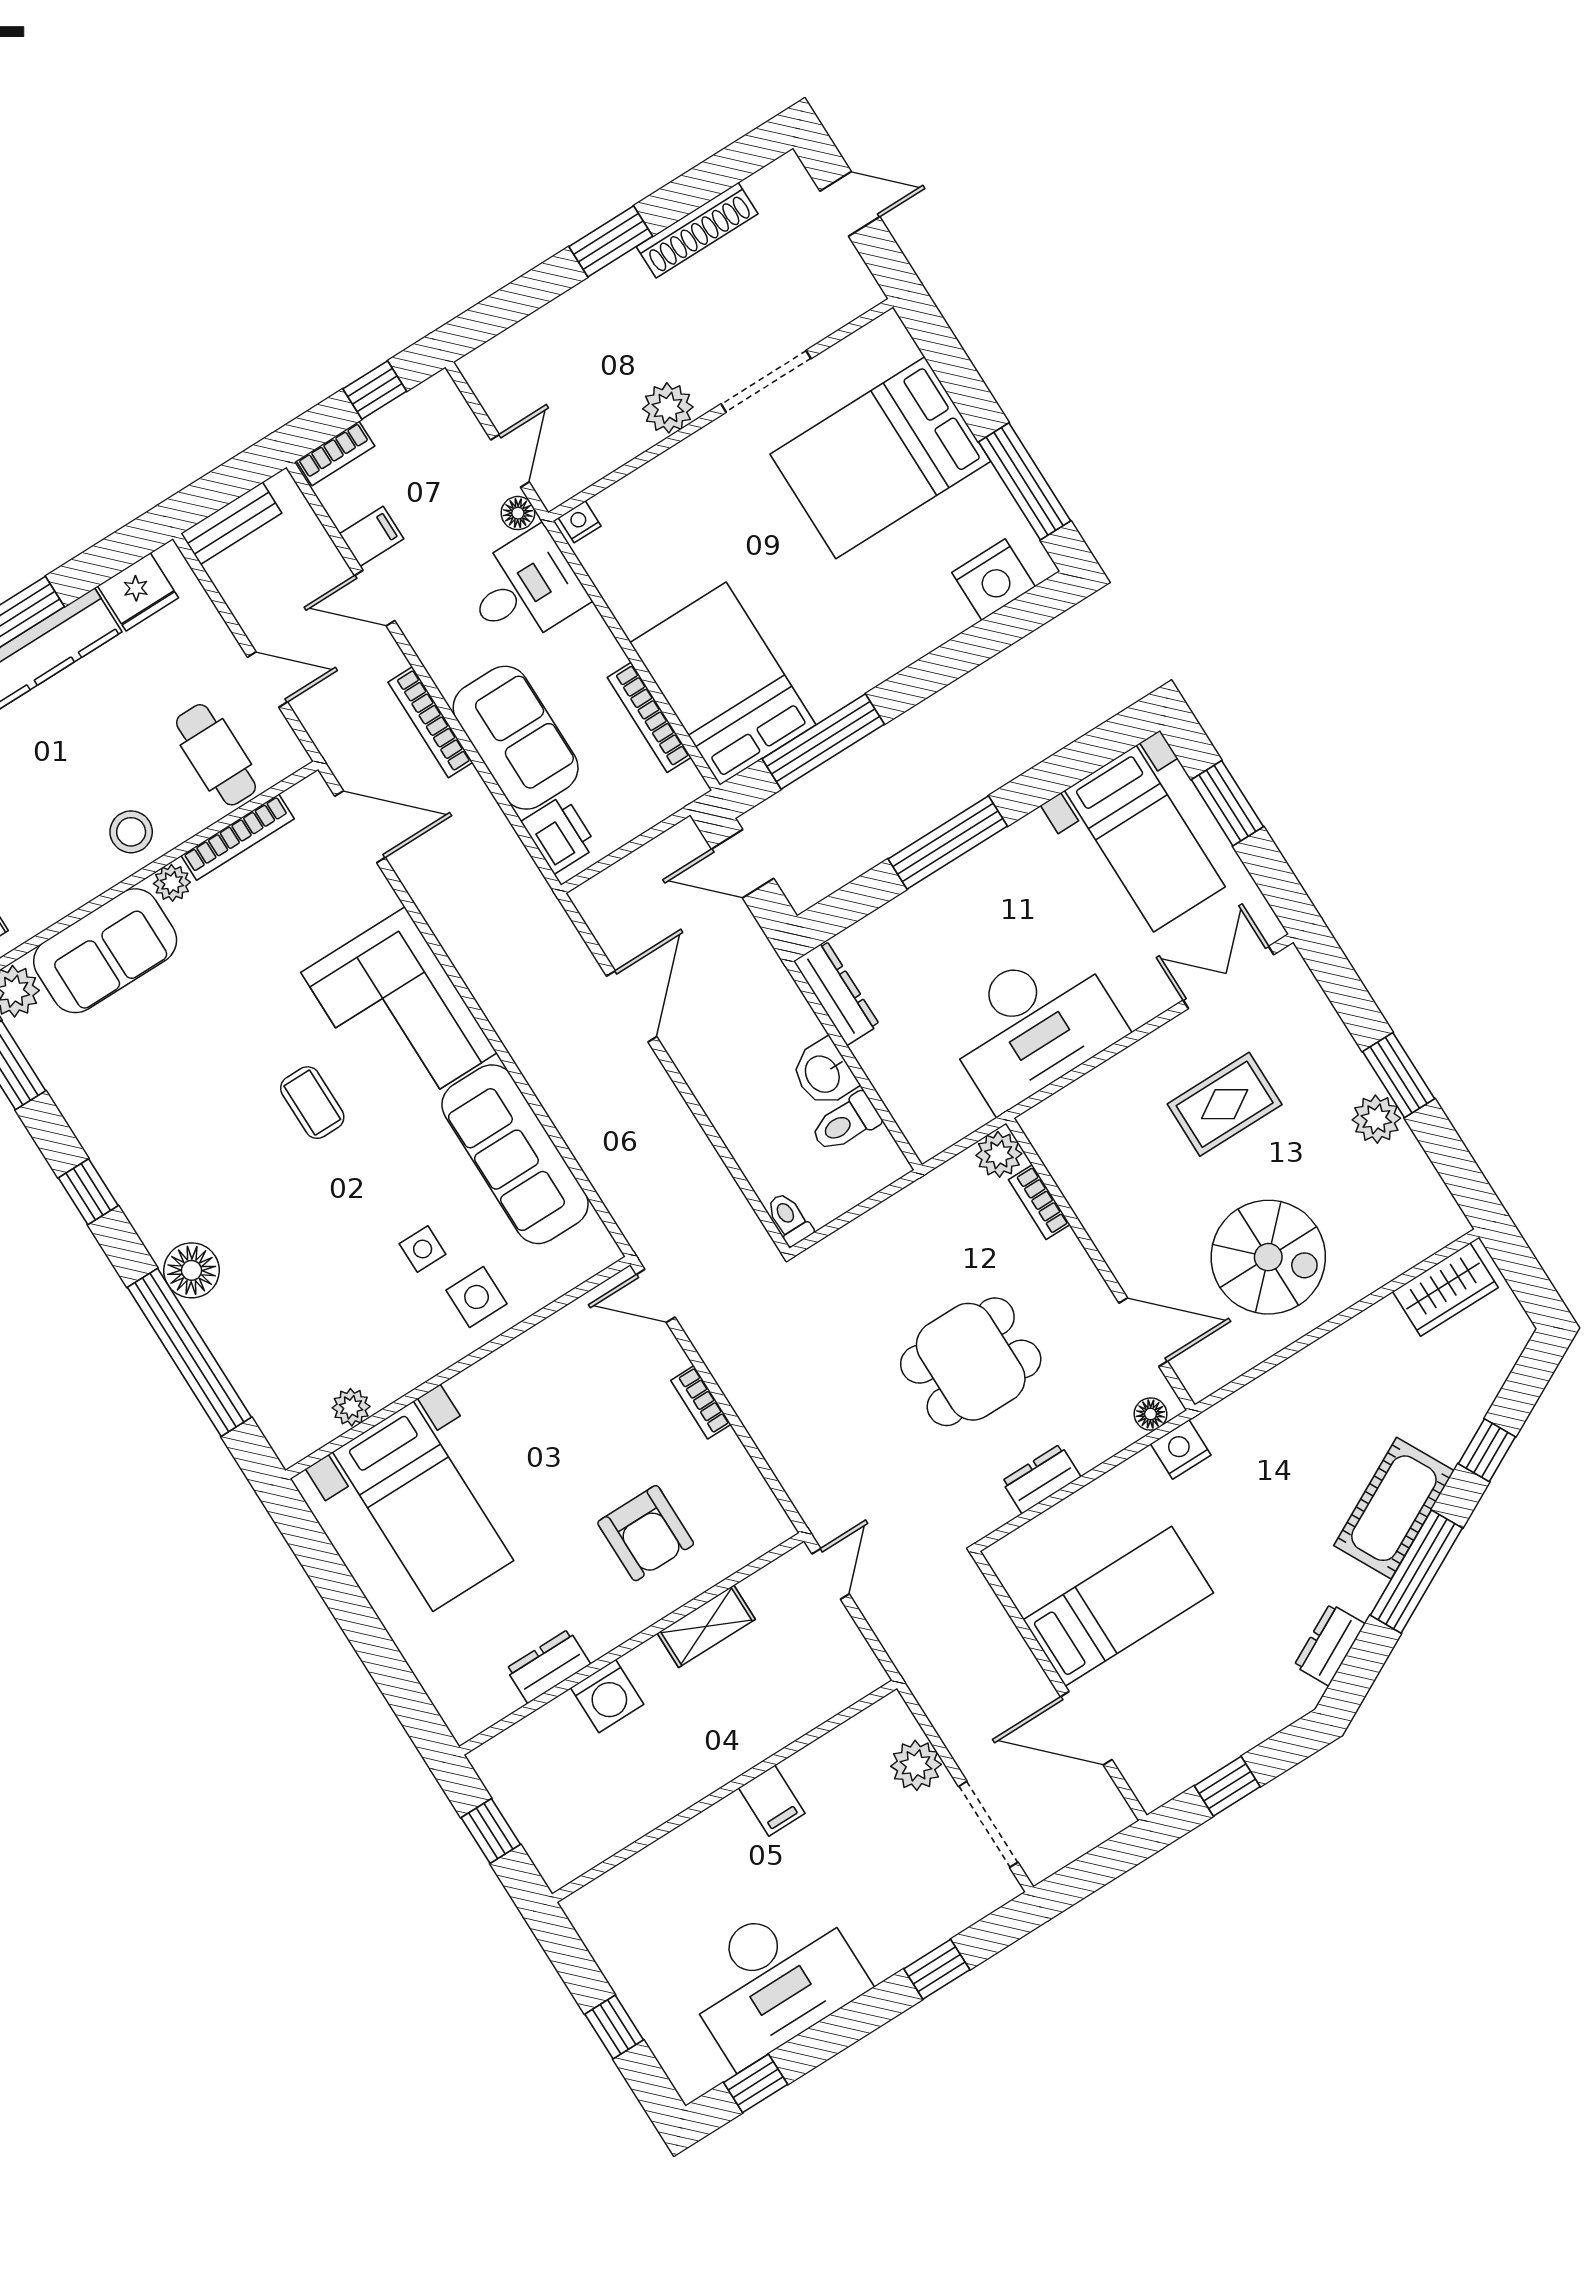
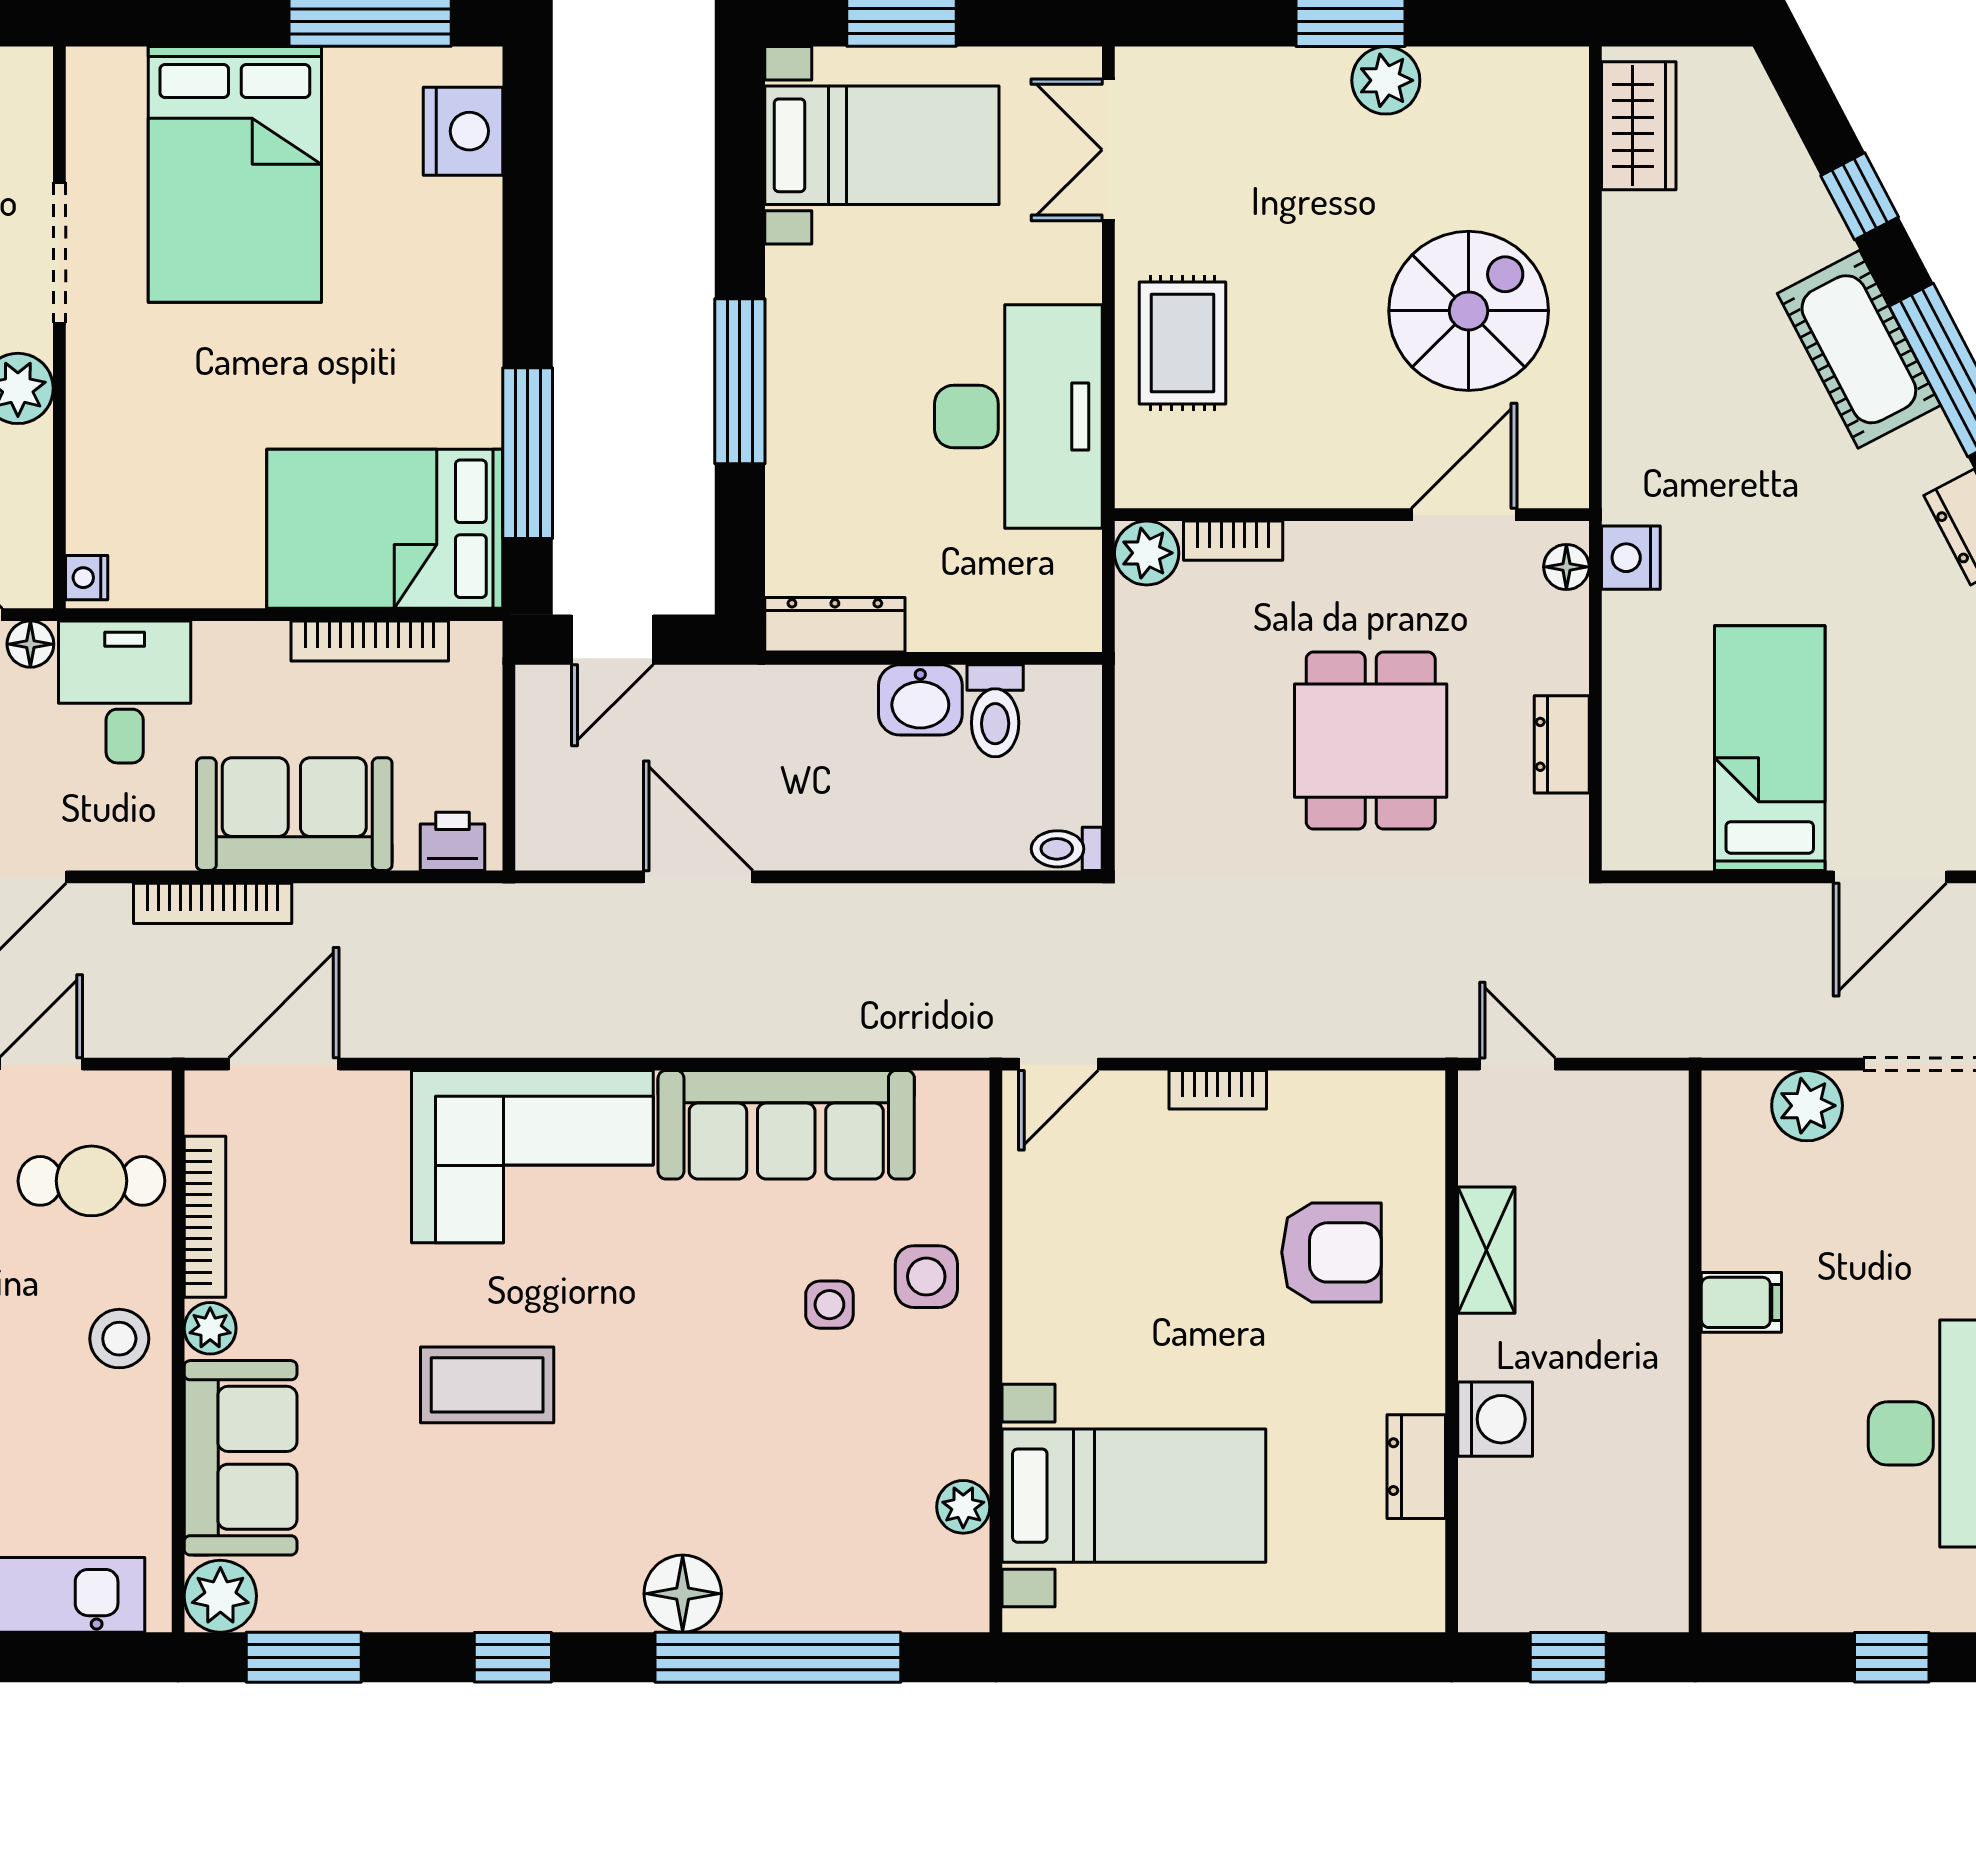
printer: (559, 834) -> (452, 841), width x0.73, depth x0.81
coffee table: (312, 1103) -> (487, 1385), moved, width x1.36, depth x1.30
rug: (1225, 1104) -> (1182, 343), moved

